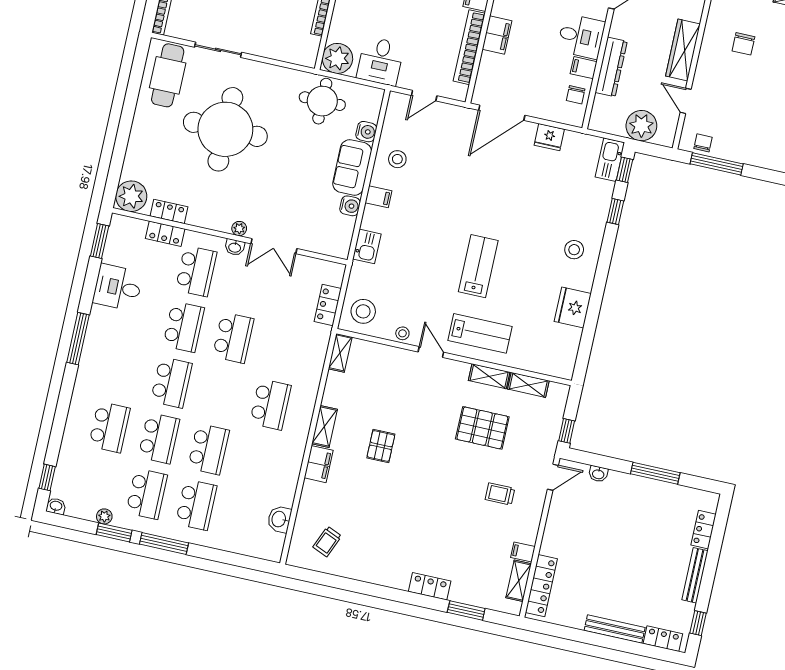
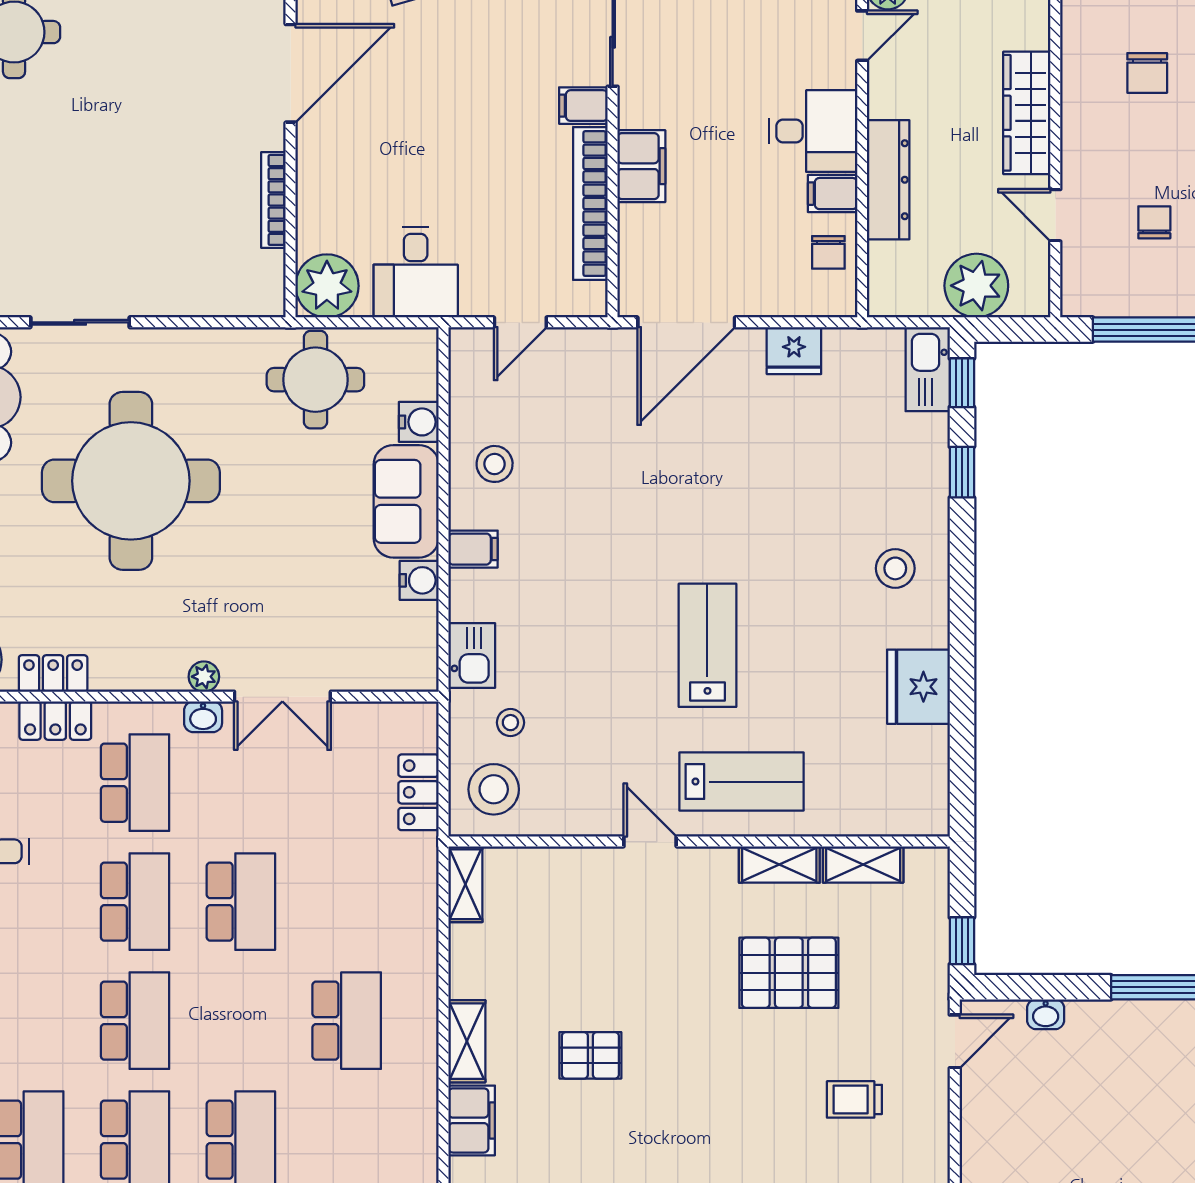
chair: (703, 143) -> (1154, 222), moved
stool: (402, 333) -> (510, 723), moved
pallet: (381, 446) -> (590, 1055), turned 90

